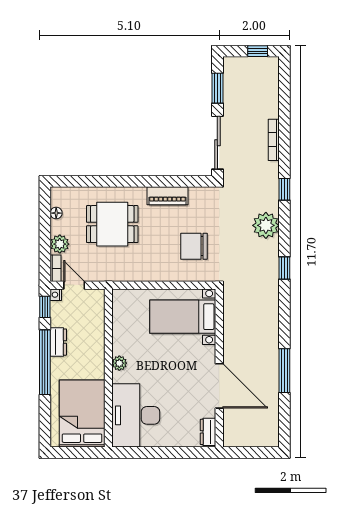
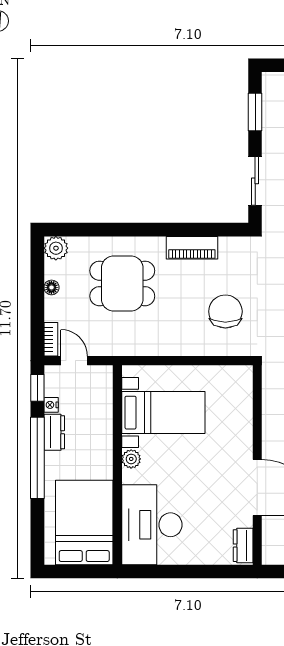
sliding door: (217, 143) -> (255, 181), width x0.73
floor lamp: (56, 213) -> (51, 287), moved
plant: (60, 244) -> (56, 248), moved
chair: (194, 246) -> (225, 311), turned 90
nightstand: (56, 295) -> (51, 405), moved
bed with nightstands: (183, 317) -> (163, 413), moved, turned 180

